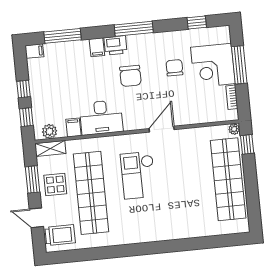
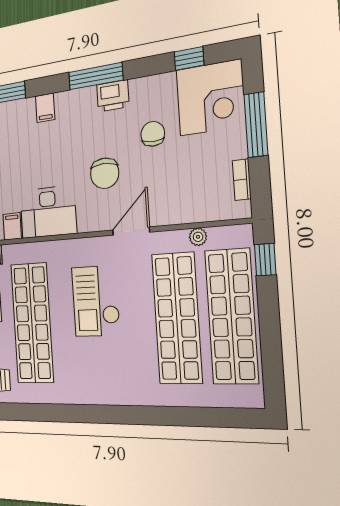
printer: (115, 45) -> (113, 96), moved
corner desk: (213, 65) -> (211, 98), moved, turned -90
chair: (130, 76) -> (105, 173), moved
plant: (234, 129) -> (198, 237), moved
shop shelf: (194, 183) -> (177, 318), added

